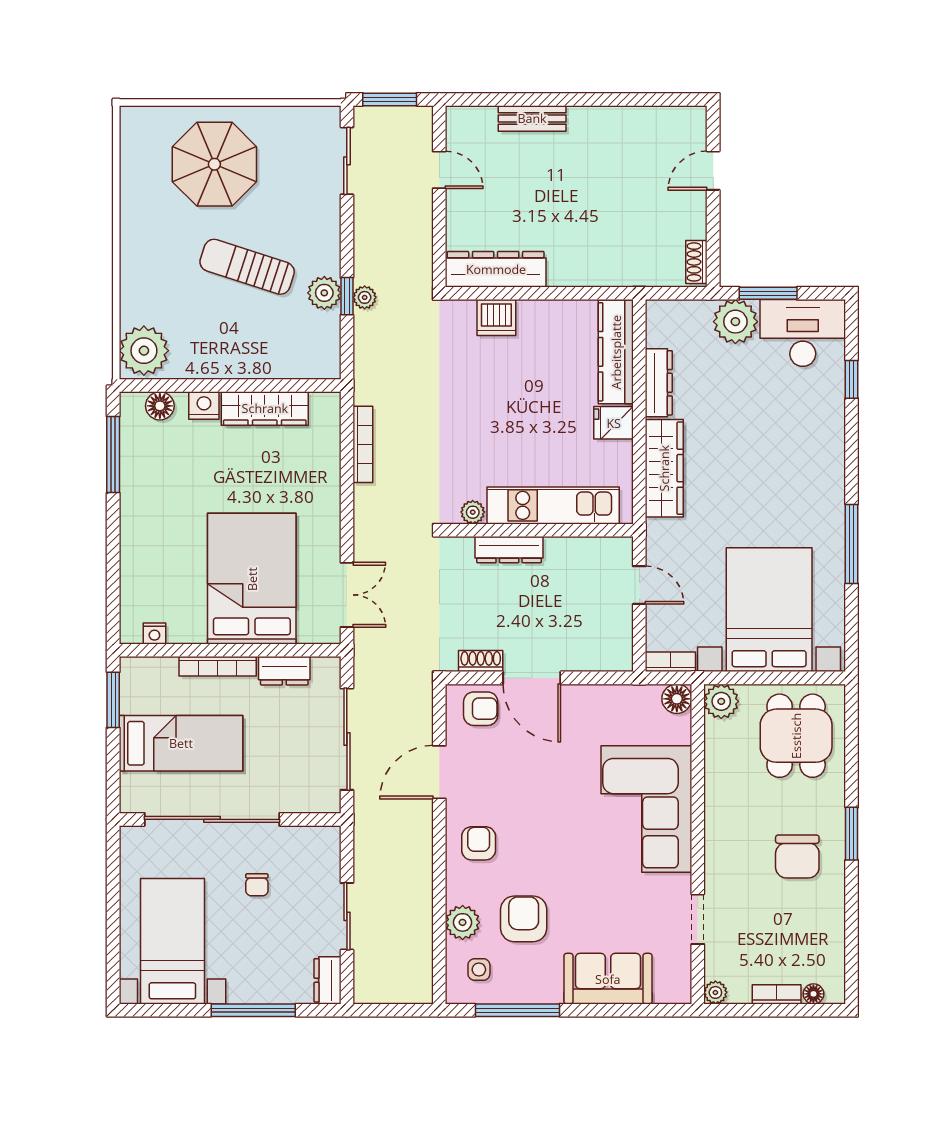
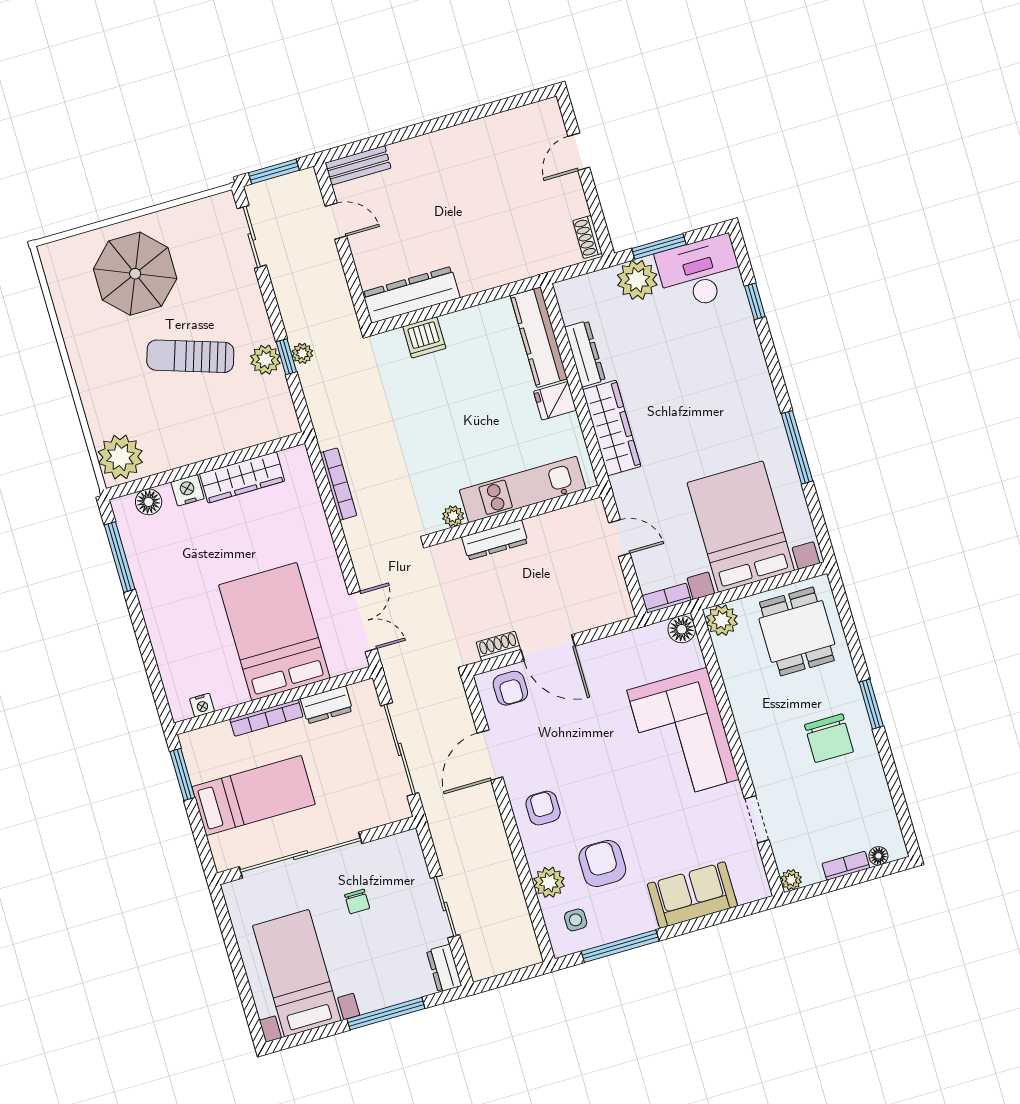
bench: (532, 118) -> (358, 165), moved
armchair: (481, 709) -> (510, 688), turned 90

